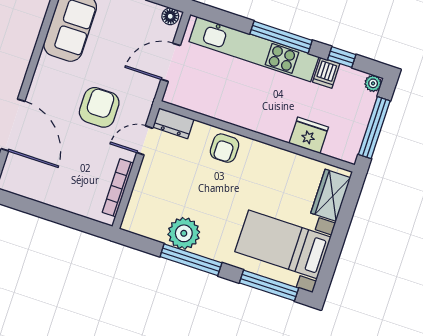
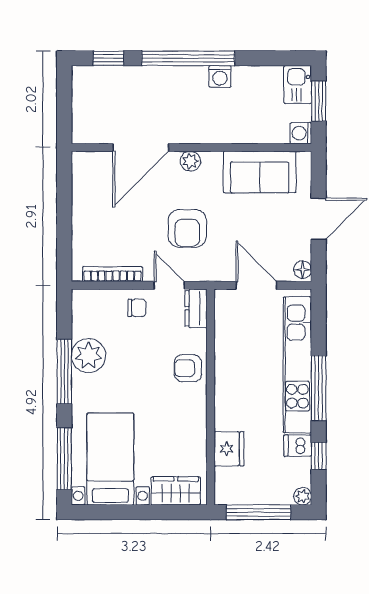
plant: (40, 85) -> (190, 161), added
armchair: (99, 107) -> (187, 228), turned 90
chair: (155, 176) -> (137, 308), added

